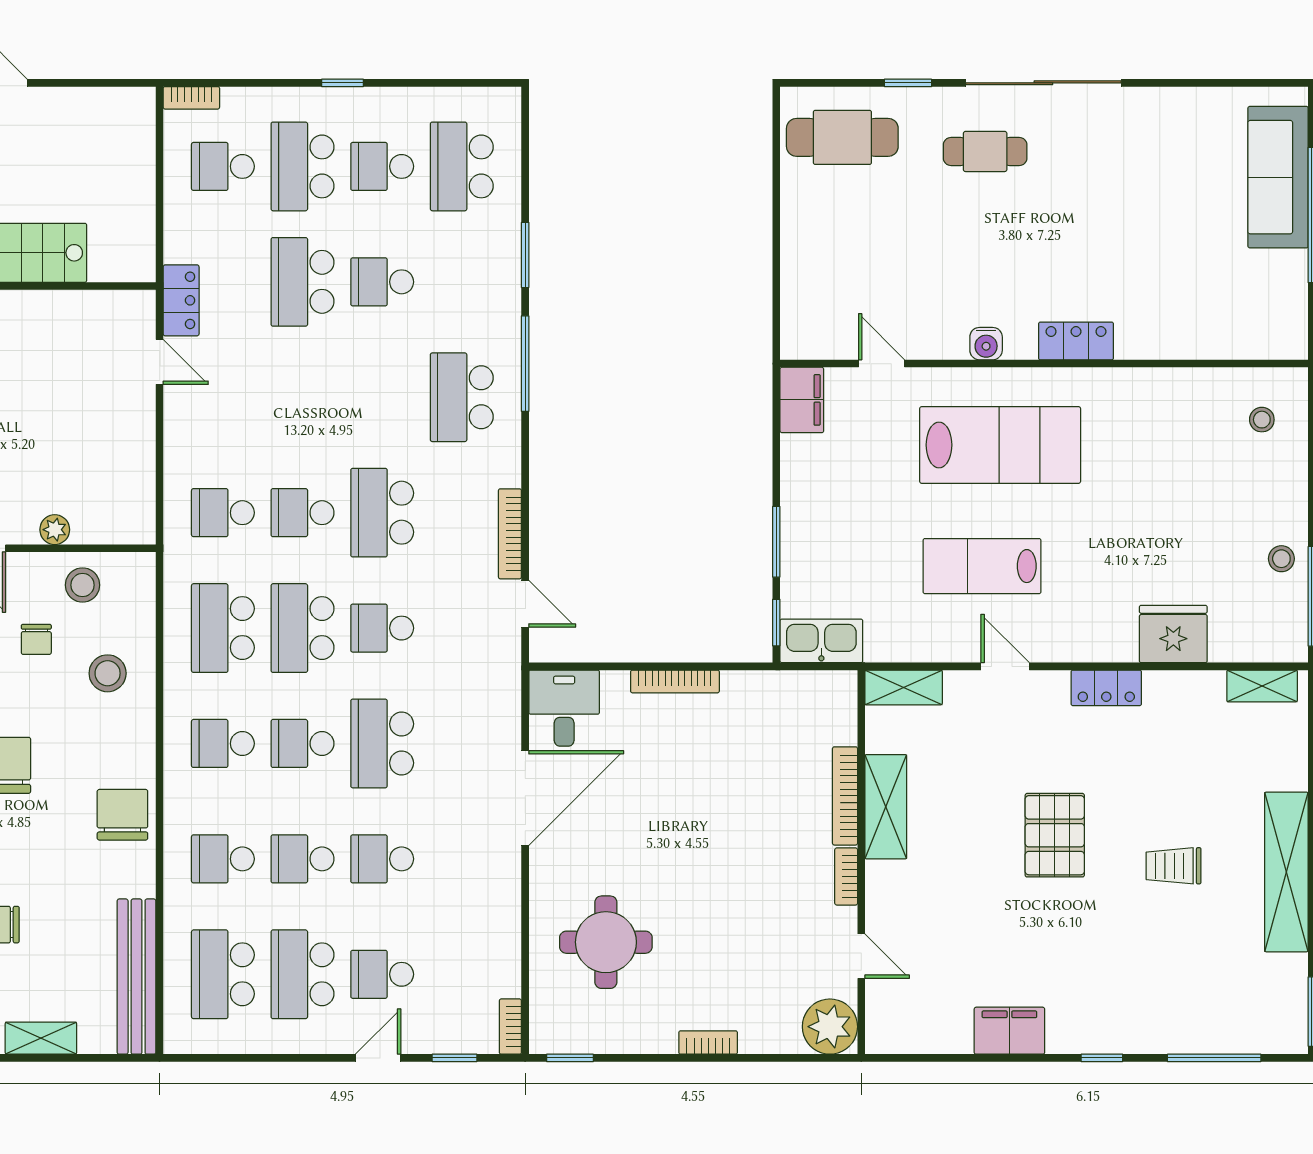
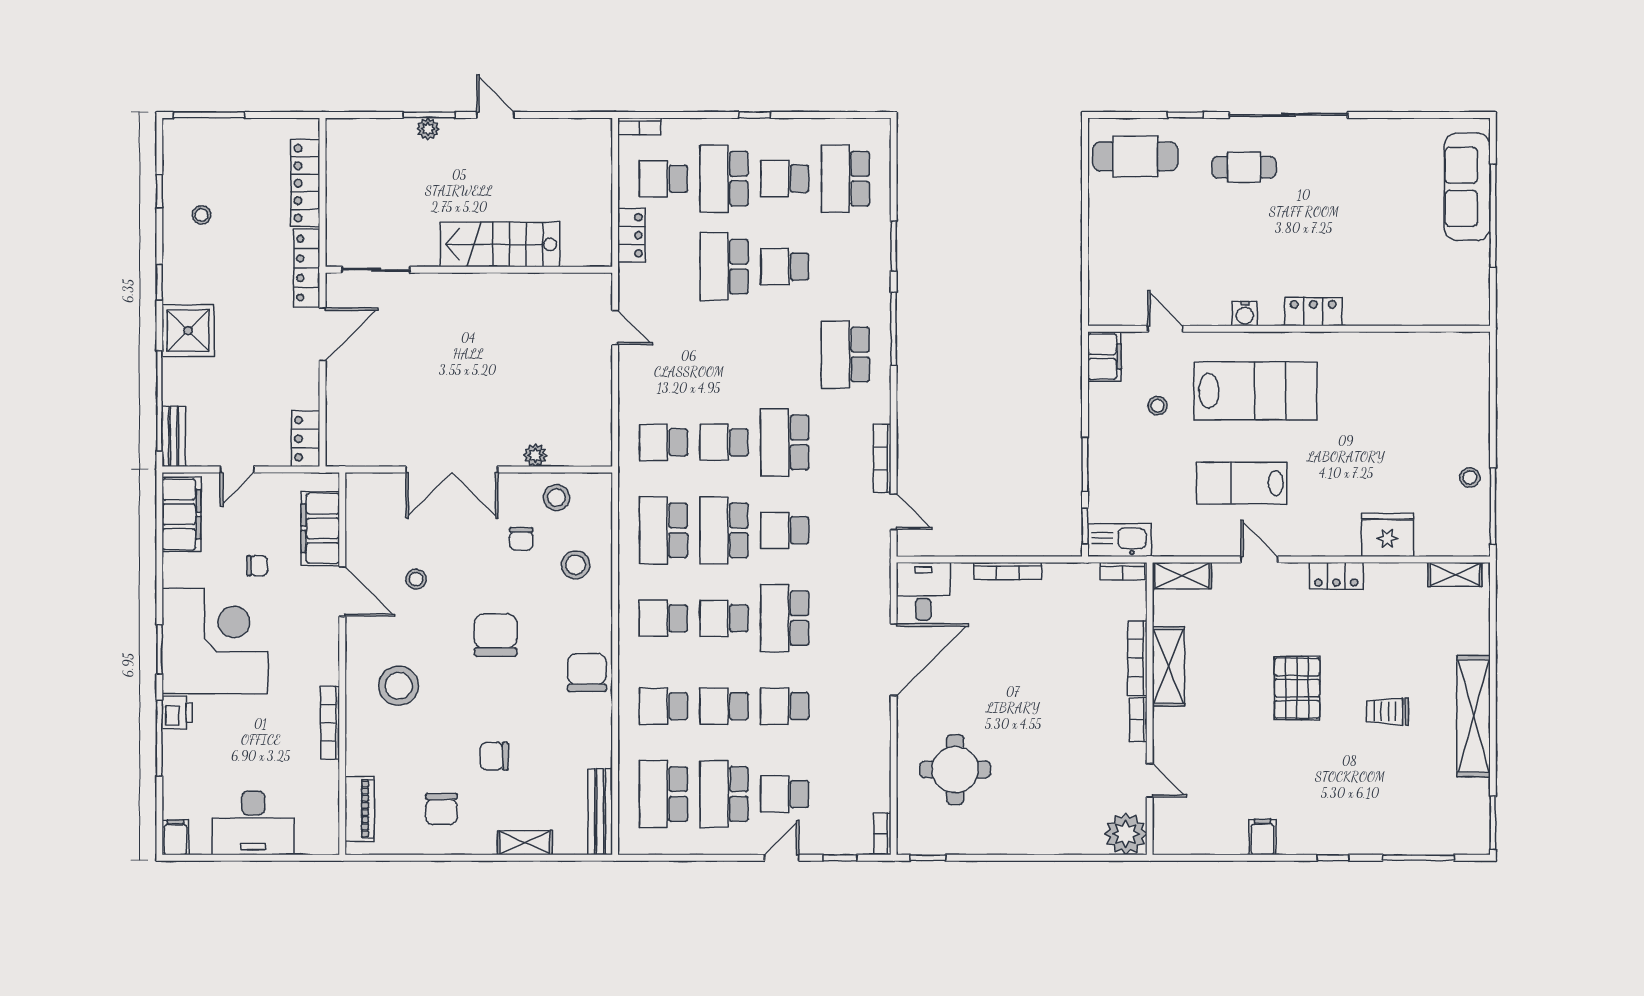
locker: (181, 300) -> (632, 235), moved
stool: (1262, 420) -> (1158, 406), moved
bench: (137, 977) -> (600, 812), width x0.73, depth x0.82
filing cabinet: (1009, 1031) -> (1263, 837), width x0.50
bookcase: (708, 1042) -> (1122, 571), moved, turned 180

